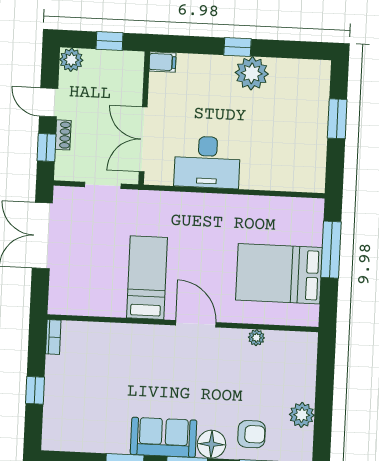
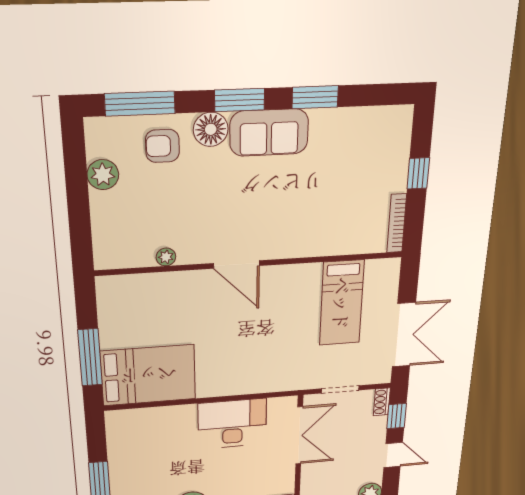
shoe rack: (63, 135) -> (382, 402), moved
bed: (279, 274) -> (148, 375), moved
bed: (147, 278) -> (342, 303), moved
bookcase: (53, 337) -> (397, 223), width x1.56

